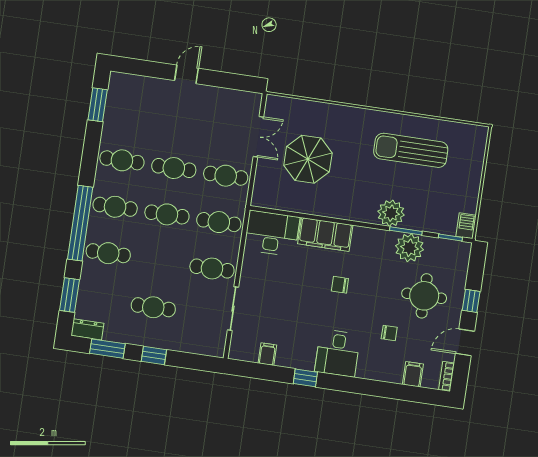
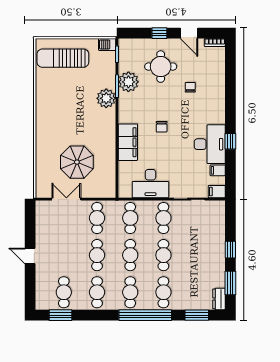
cafe table: (129, 114) -> (64, 292), added
sun lounger: (411, 150) -> (63, 58), moved, turned 90
desk: (272, 233) -> (150, 184), moved, turned -90
cafe table: (153, 307) -> (163, 255), moved
desk: (338, 353) -> (210, 144), moved, width x1.37
filing cabinet: (413, 374) -> (217, 192), moved

